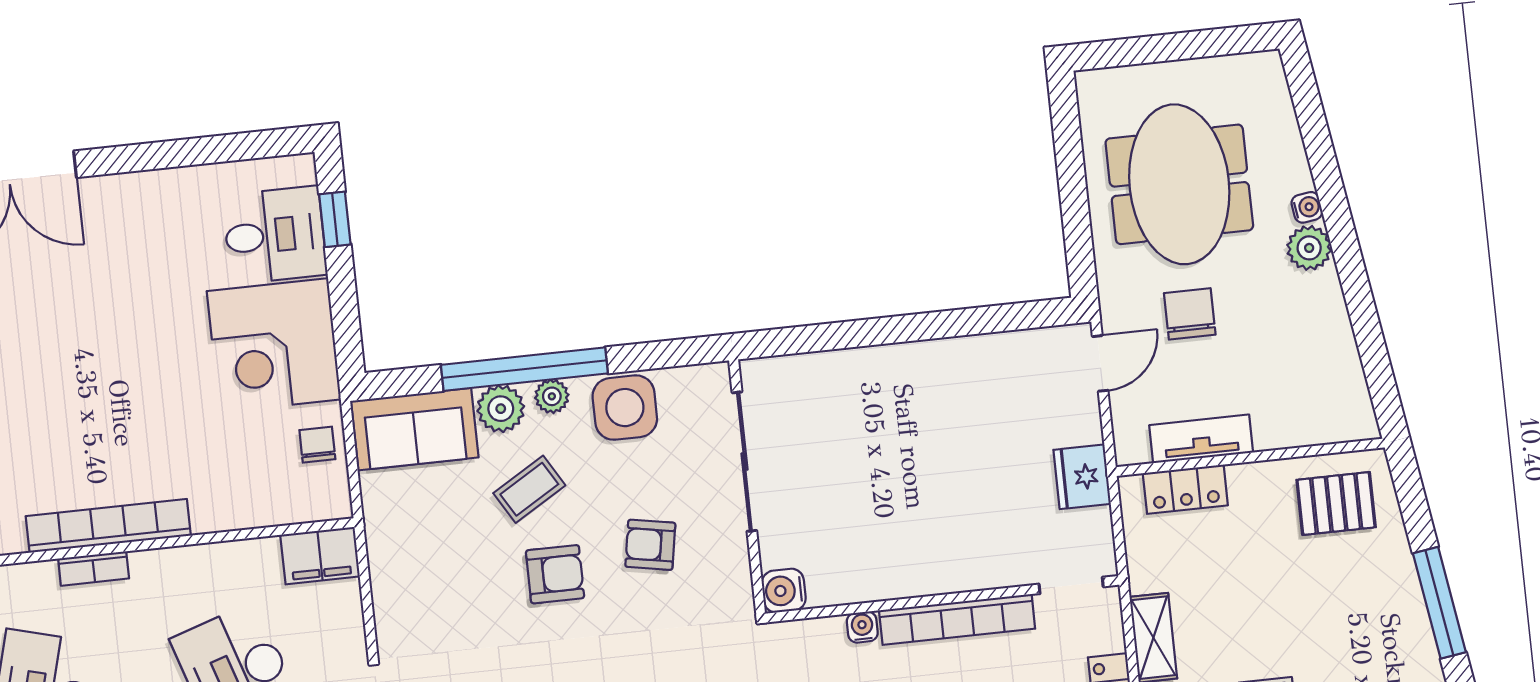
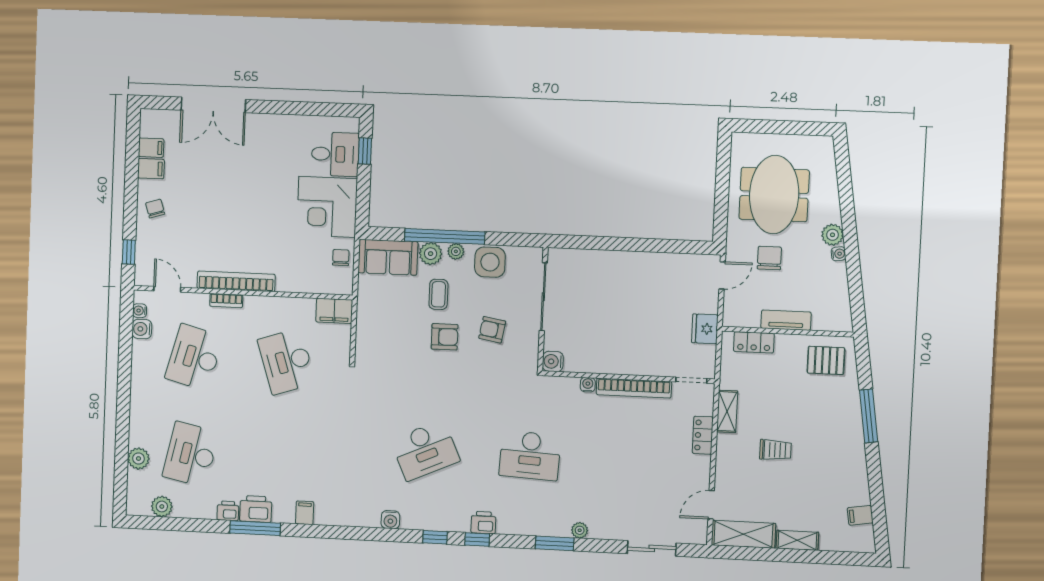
water cooler: (1307, 207) -> (838, 254), moved
tv unit: (1201, 439) -> (786, 320), moved
coffee table: (529, 489) -> (438, 294), turned -59

